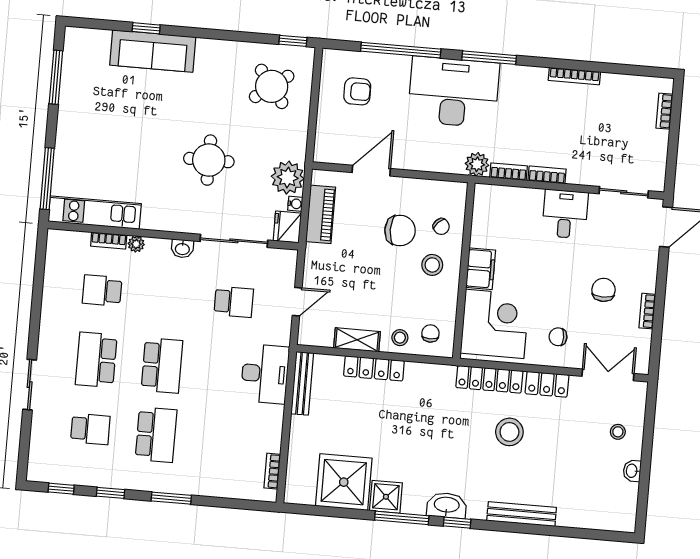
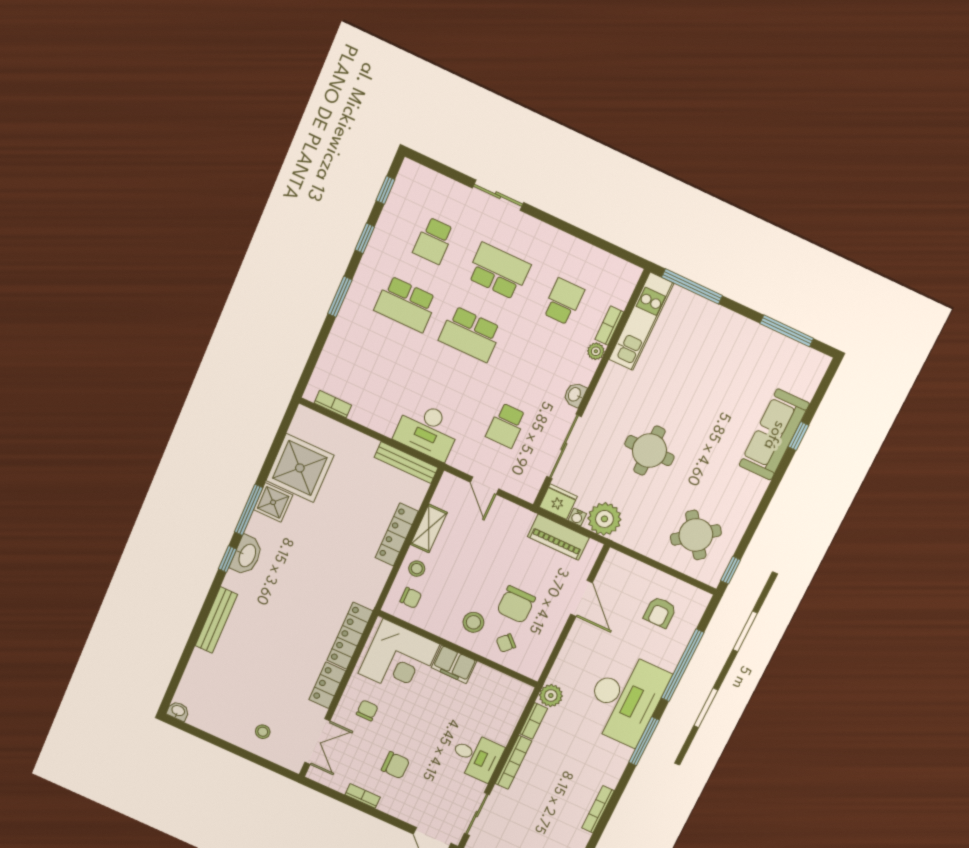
bookcase: (547, 175) -> (513, 762), width x1.56
stool: (509, 432) -> (295, 636), removed
washbasin: (632, 471) -> (178, 711), moved

